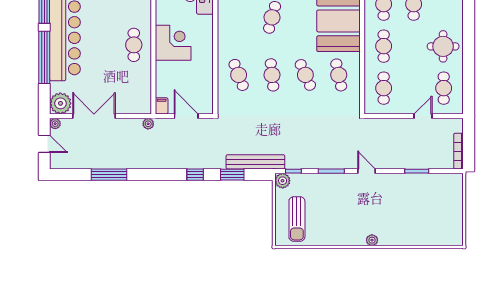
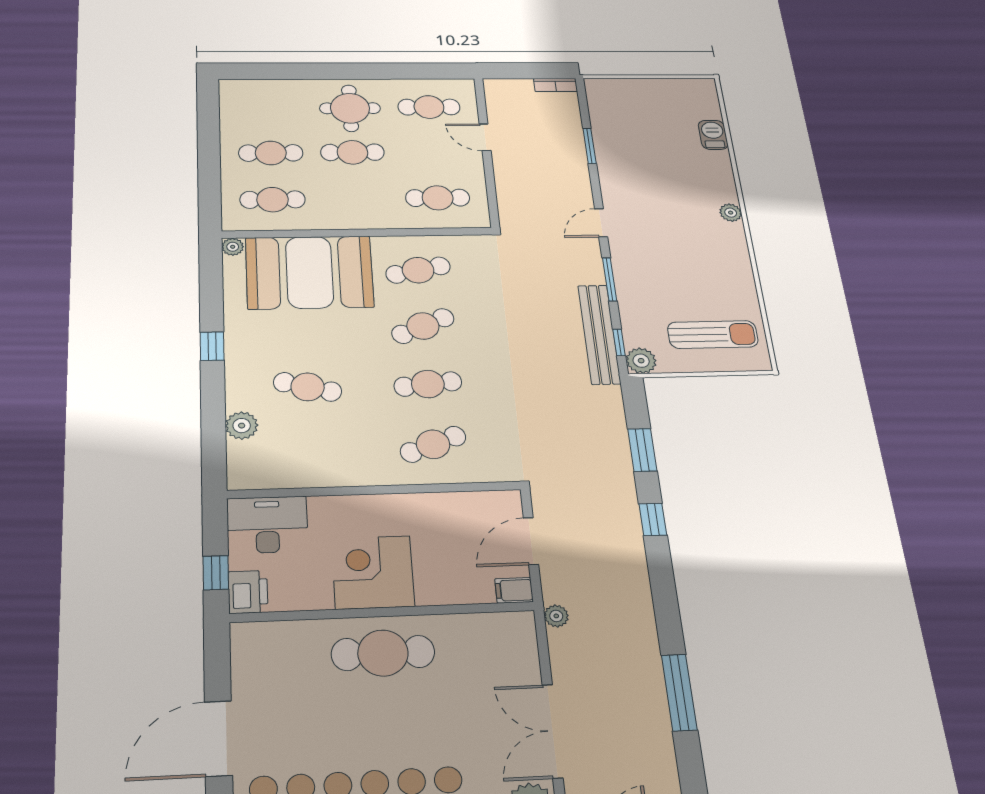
cafe table: (134, 45) -> (383, 653), width x1.37, depth x1.35
cafe table: (384, 46) -> (352, 152), moved
bookcase: (458, 151) -> (556, 85), width x0.64
bench: (255, 162) -> (599, 334), moved
barbecue: (424, 239) -> (713, 135), added

